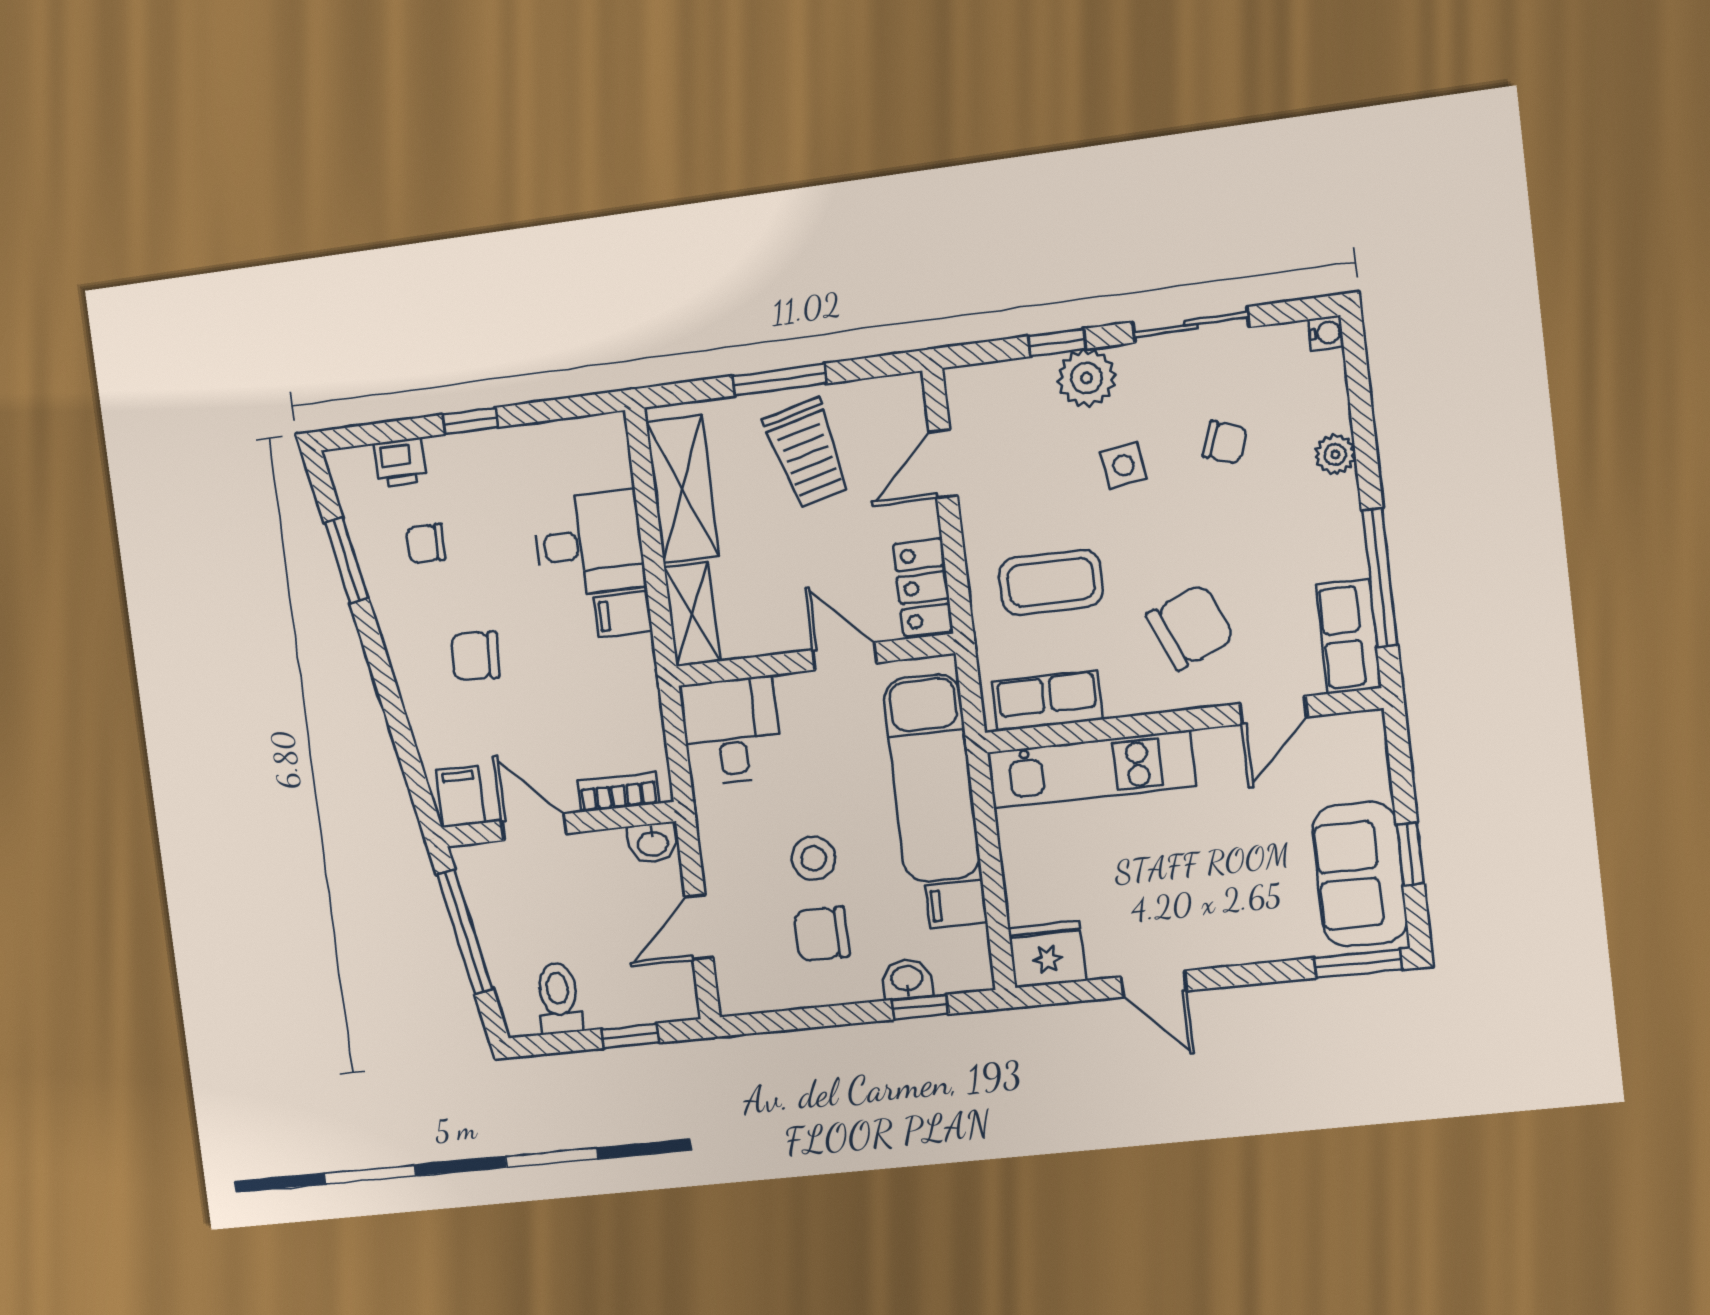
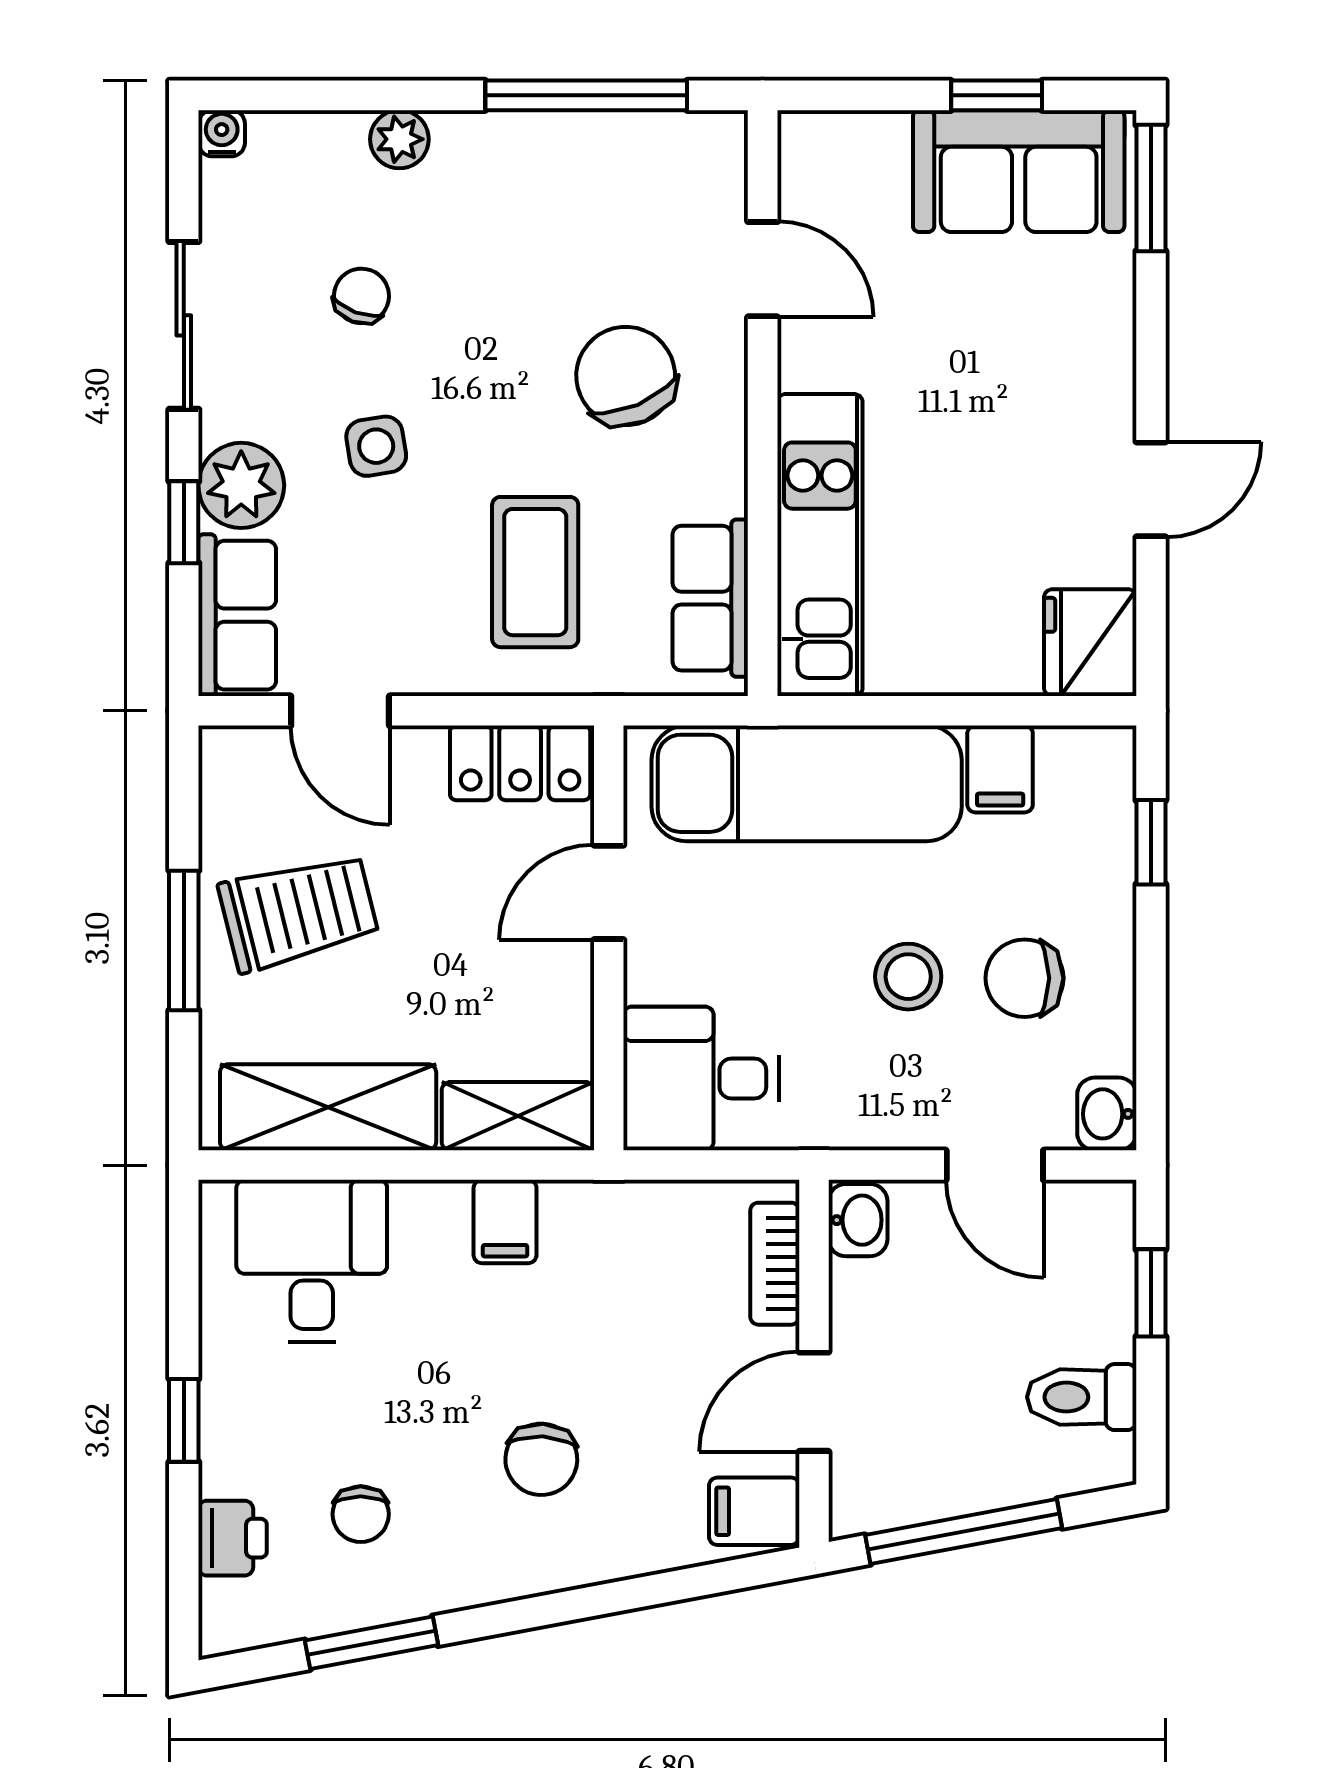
desk: (589, 544) -> (312, 1261), moved
row of seats: (1349, 636) -> (237, 615), moved, turned -90
chair: (822, 934) -> (1025, 978), turned 90
washbasin: (907, 979) -> (1107, 1114), moved

